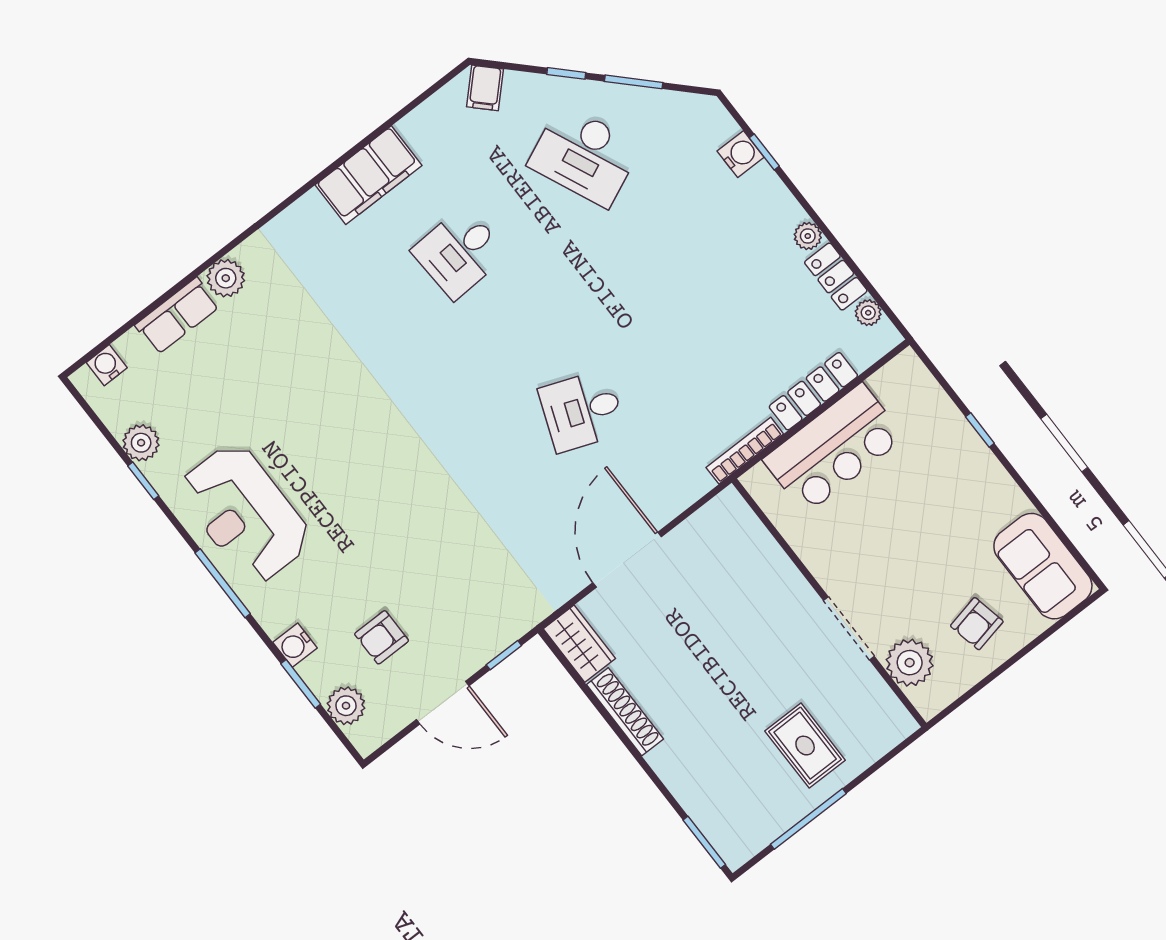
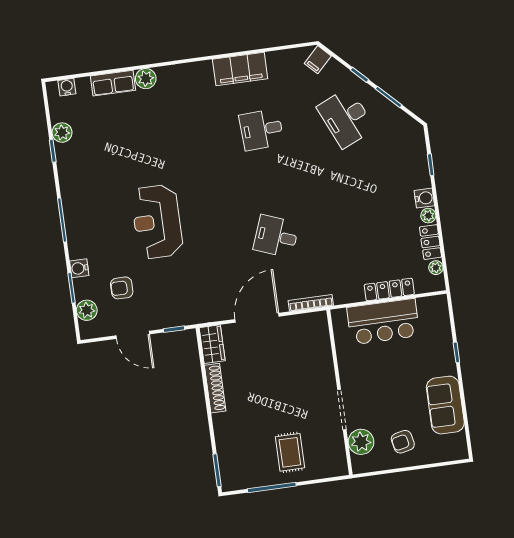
water cooler: (741, 154) -> (424, 198), moved
bookcase: (745, 451) -> (311, 303), moved
reception desk: (245, 513) -> (157, 222), moved
sofa: (1043, 566) -> (445, 405), moved

